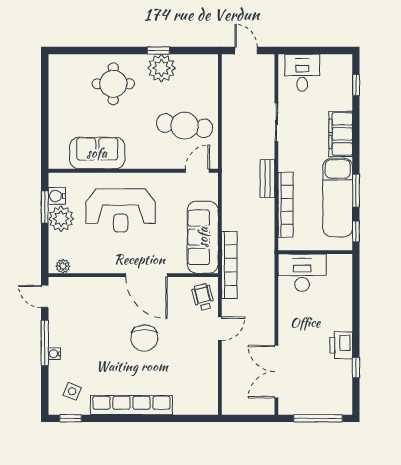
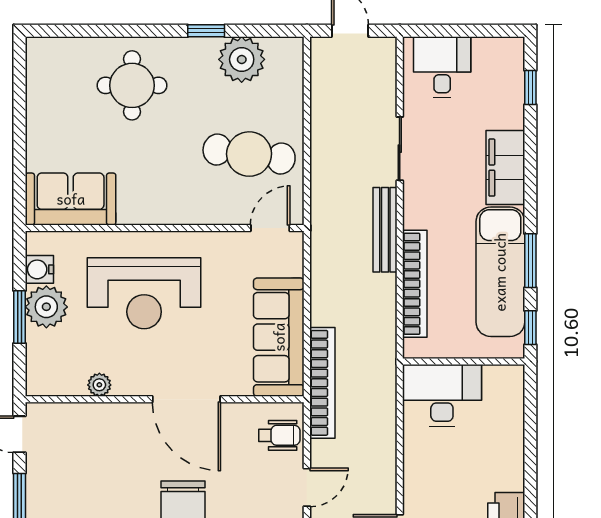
plant: (161, 68) -> (242, 59), moved
sofa: (97, 153) -> (71, 199), moved
bench: (267, 179) -> (385, 230), width x1.36
window: (45, 207) -> (20, 317), moved
plant: (63, 266) -> (99, 385), moved
wheelchair: (203, 297) -> (279, 435), turned 104

